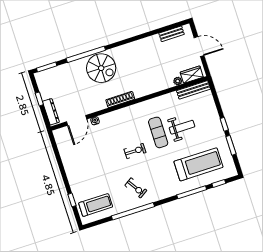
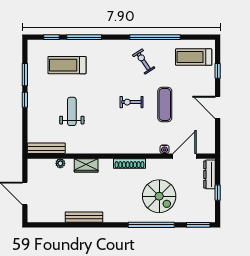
bench: (172, 34) -> (84, 217), moved, width x1.36
spiral stairs: (101, 68) -> (159, 196), moved, turned 180
wardrobe: (192, 75) -> (86, 165), moved
weight bench: (182, 127) -> (72, 111), turned 90
exercise mat: (158, 132) -> (165, 104), moved
treadmill: (198, 164) -> (67, 65), width x0.73, depth x0.73
door: (62, 170) -> (218, 107), added

